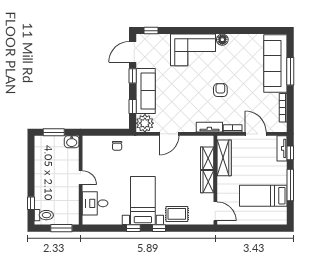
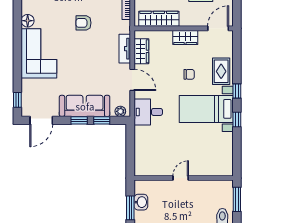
door: (133, 52) -> (41, 120), hinge flipped
window: (133, 76) -> (79, 120), moved
plant: (145, 123) -> (120, 111), width x0.53, depth x0.53
tv unit: (209, 127) -> (125, 49), moved
washbasin: (72, 142) -> (141, 202), moved
chair: (117, 146) -> (189, 74), moved
wardrobe: (207, 158) -> (141, 51), moved, turned -90
desk: (95, 203) -> (148, 112), moved, turned 90

